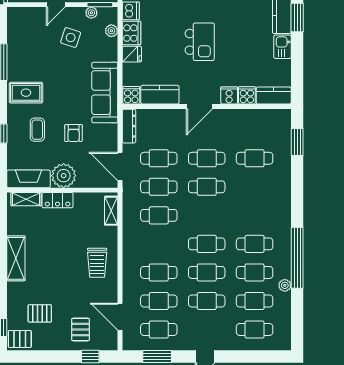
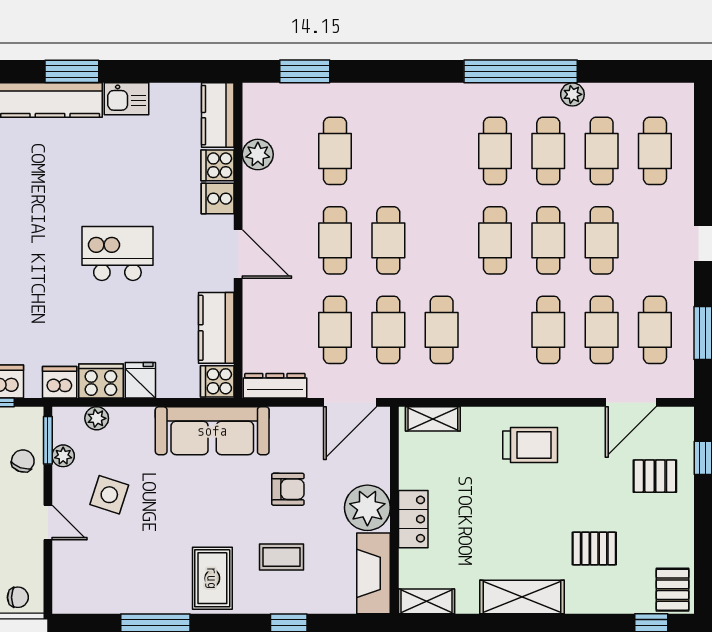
plant: (253, 117) -> (258, 154), added
shelving: (26, 199) -> (427, 601), moved, turned 90
pallet: (40, 313) -> (594, 549), moved, turned 90

